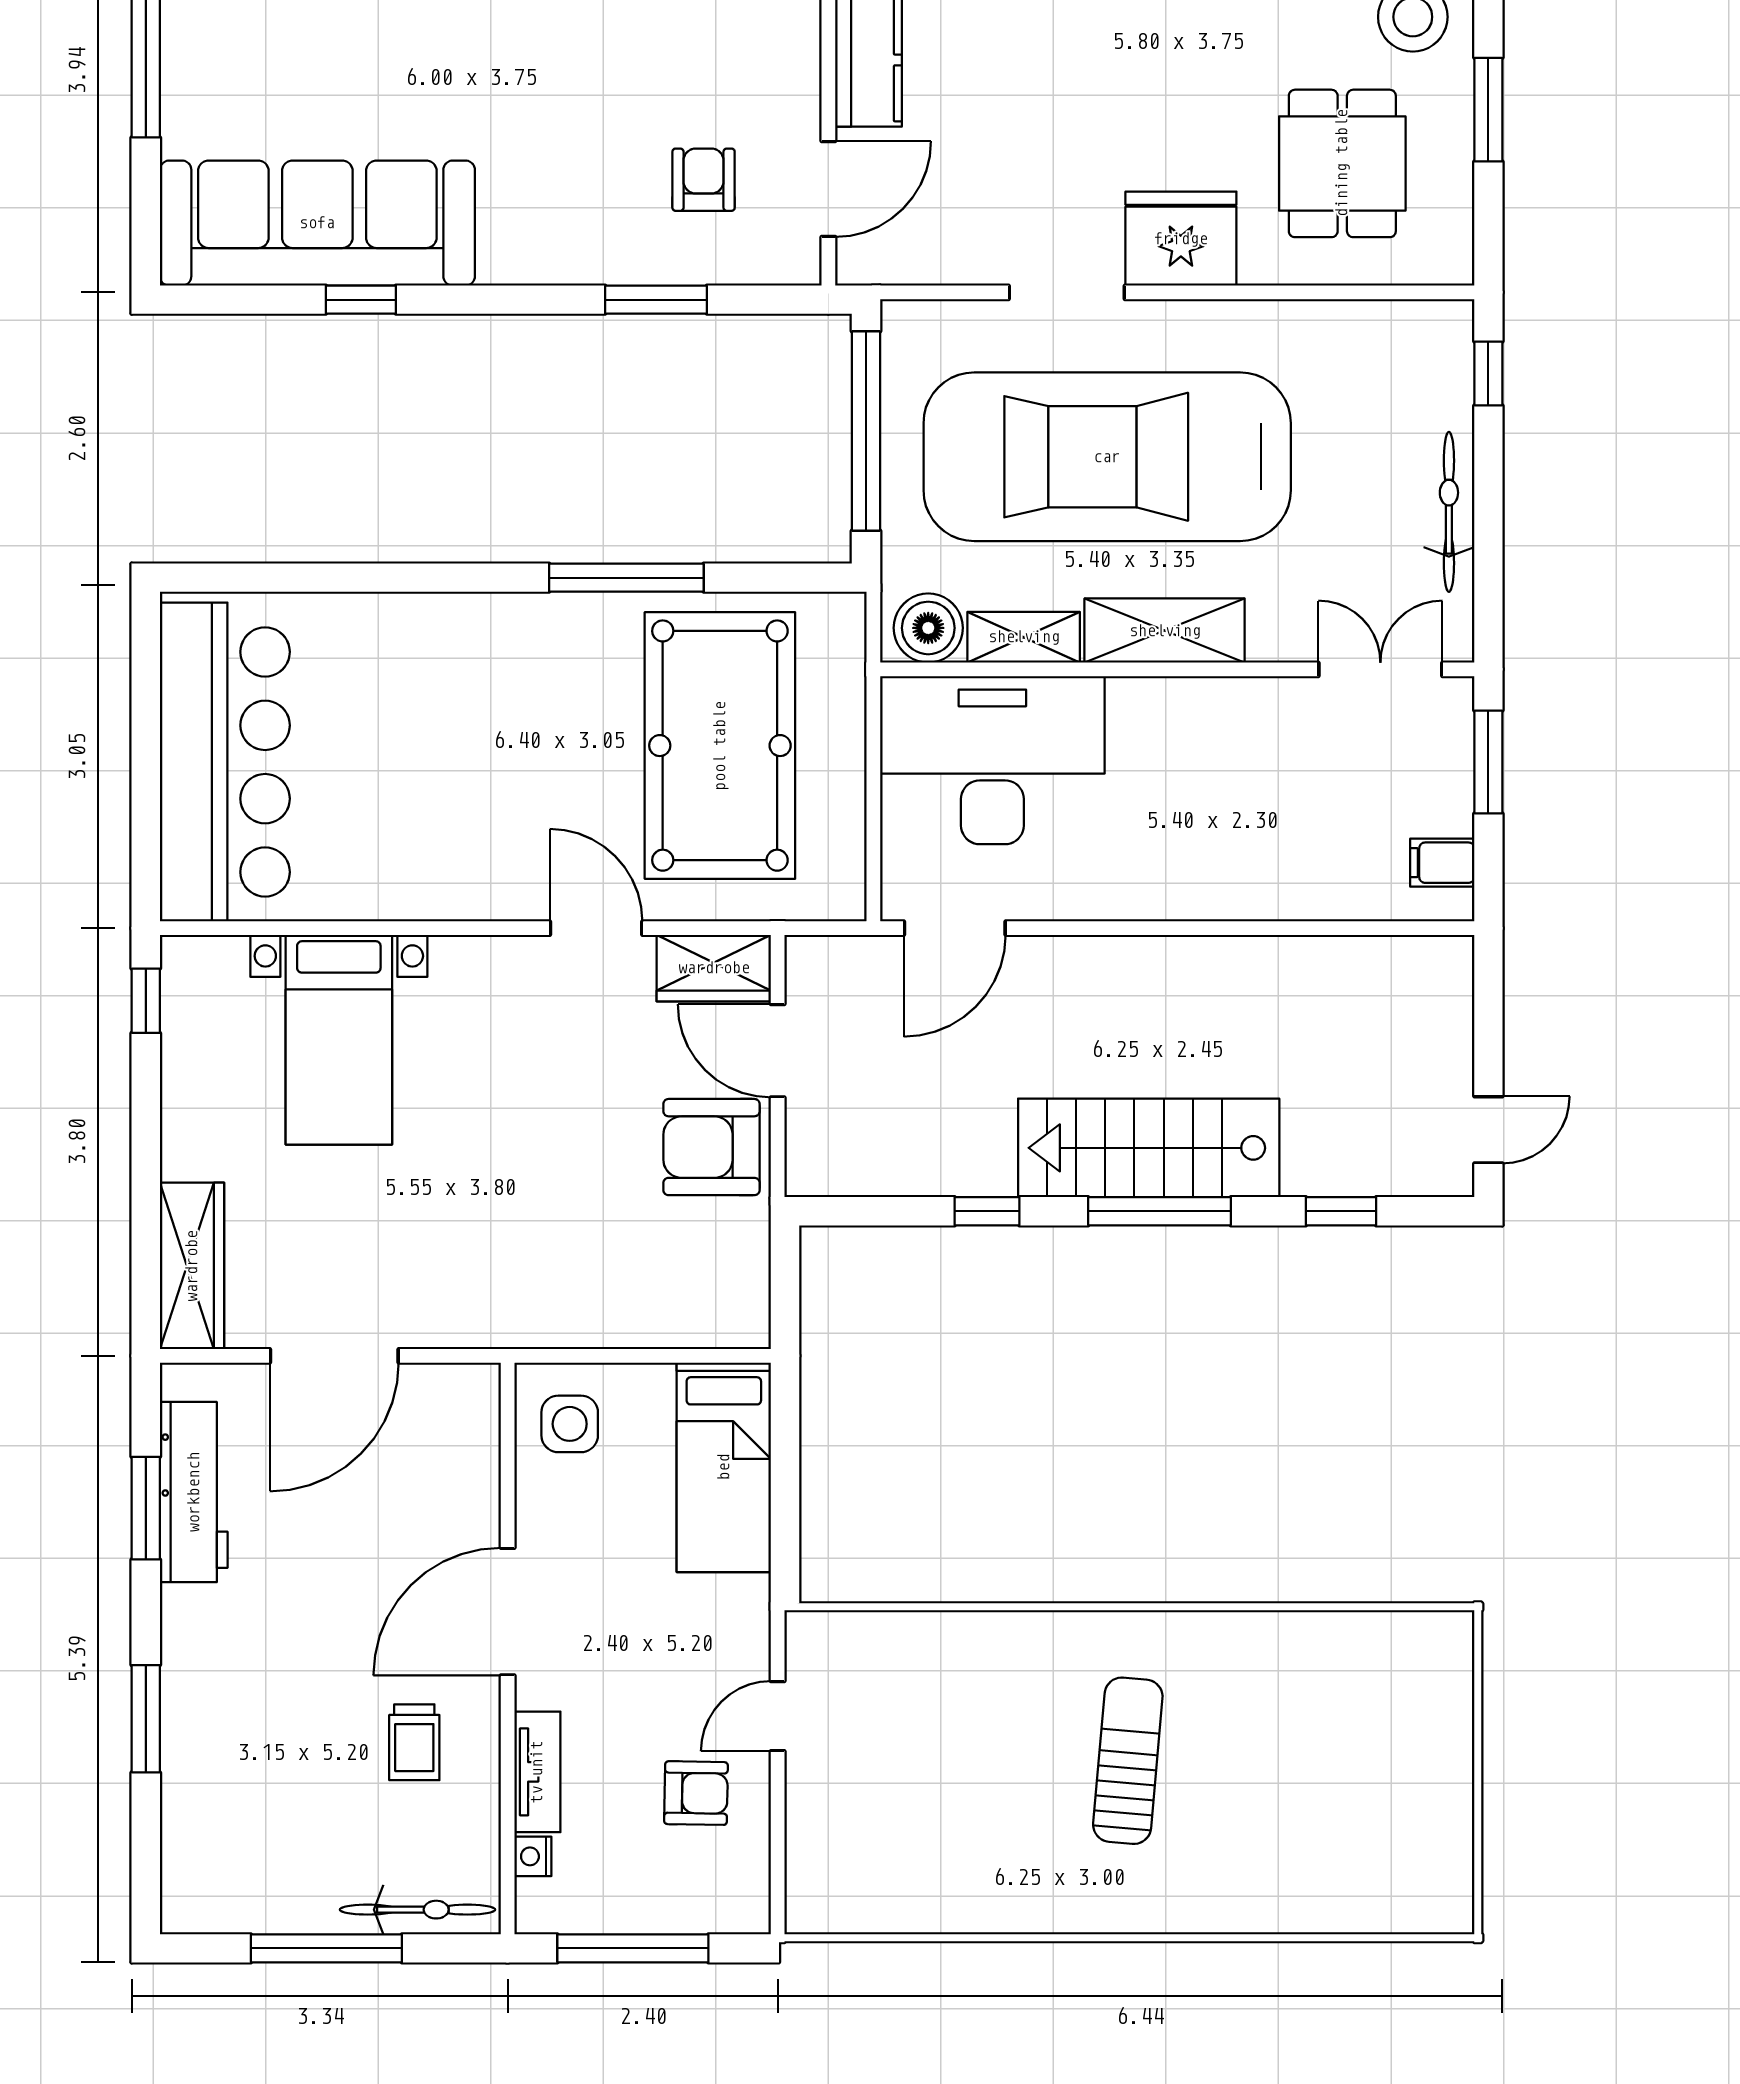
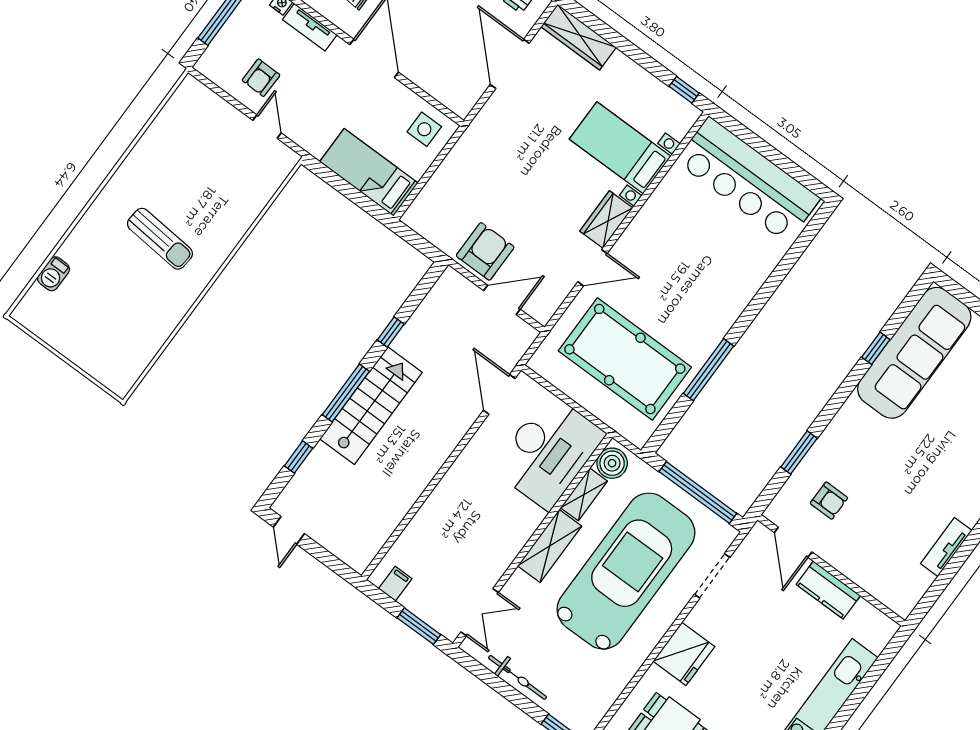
doorway: (1067, 292) -> (712, 576), moved
wardrobe: (714, 968) -> (606, 219), moved
barbecue: (1336, 1908) -> (54, 274), added

